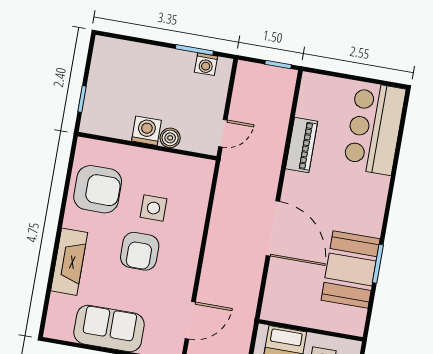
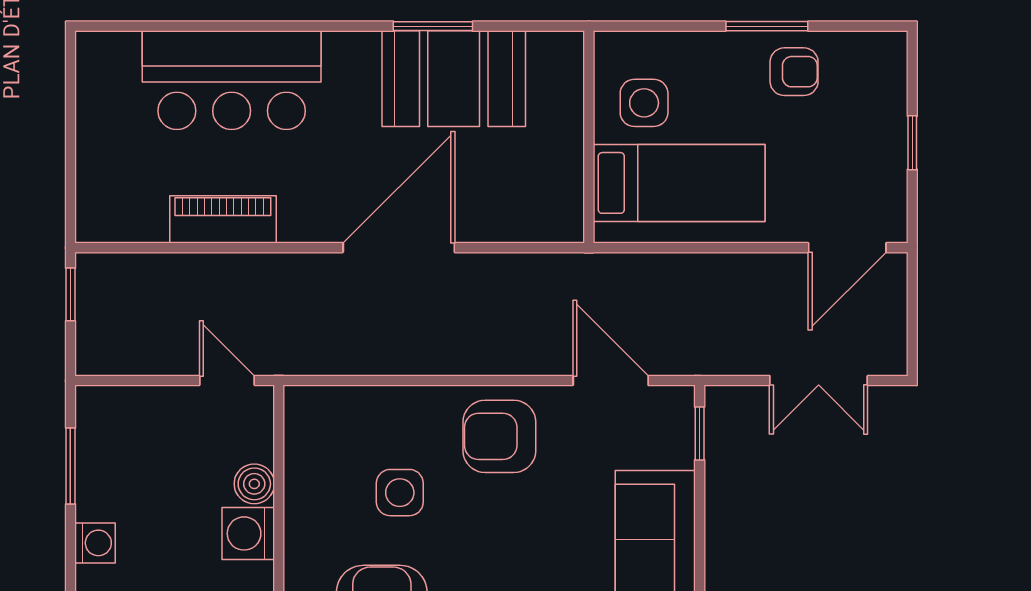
washing machine: (206, 64) -> (95, 543), moved
bar counter: (374, 128) -> (232, 80), moved
armchair: (140, 251) -> (499, 436), moved, turned 180

